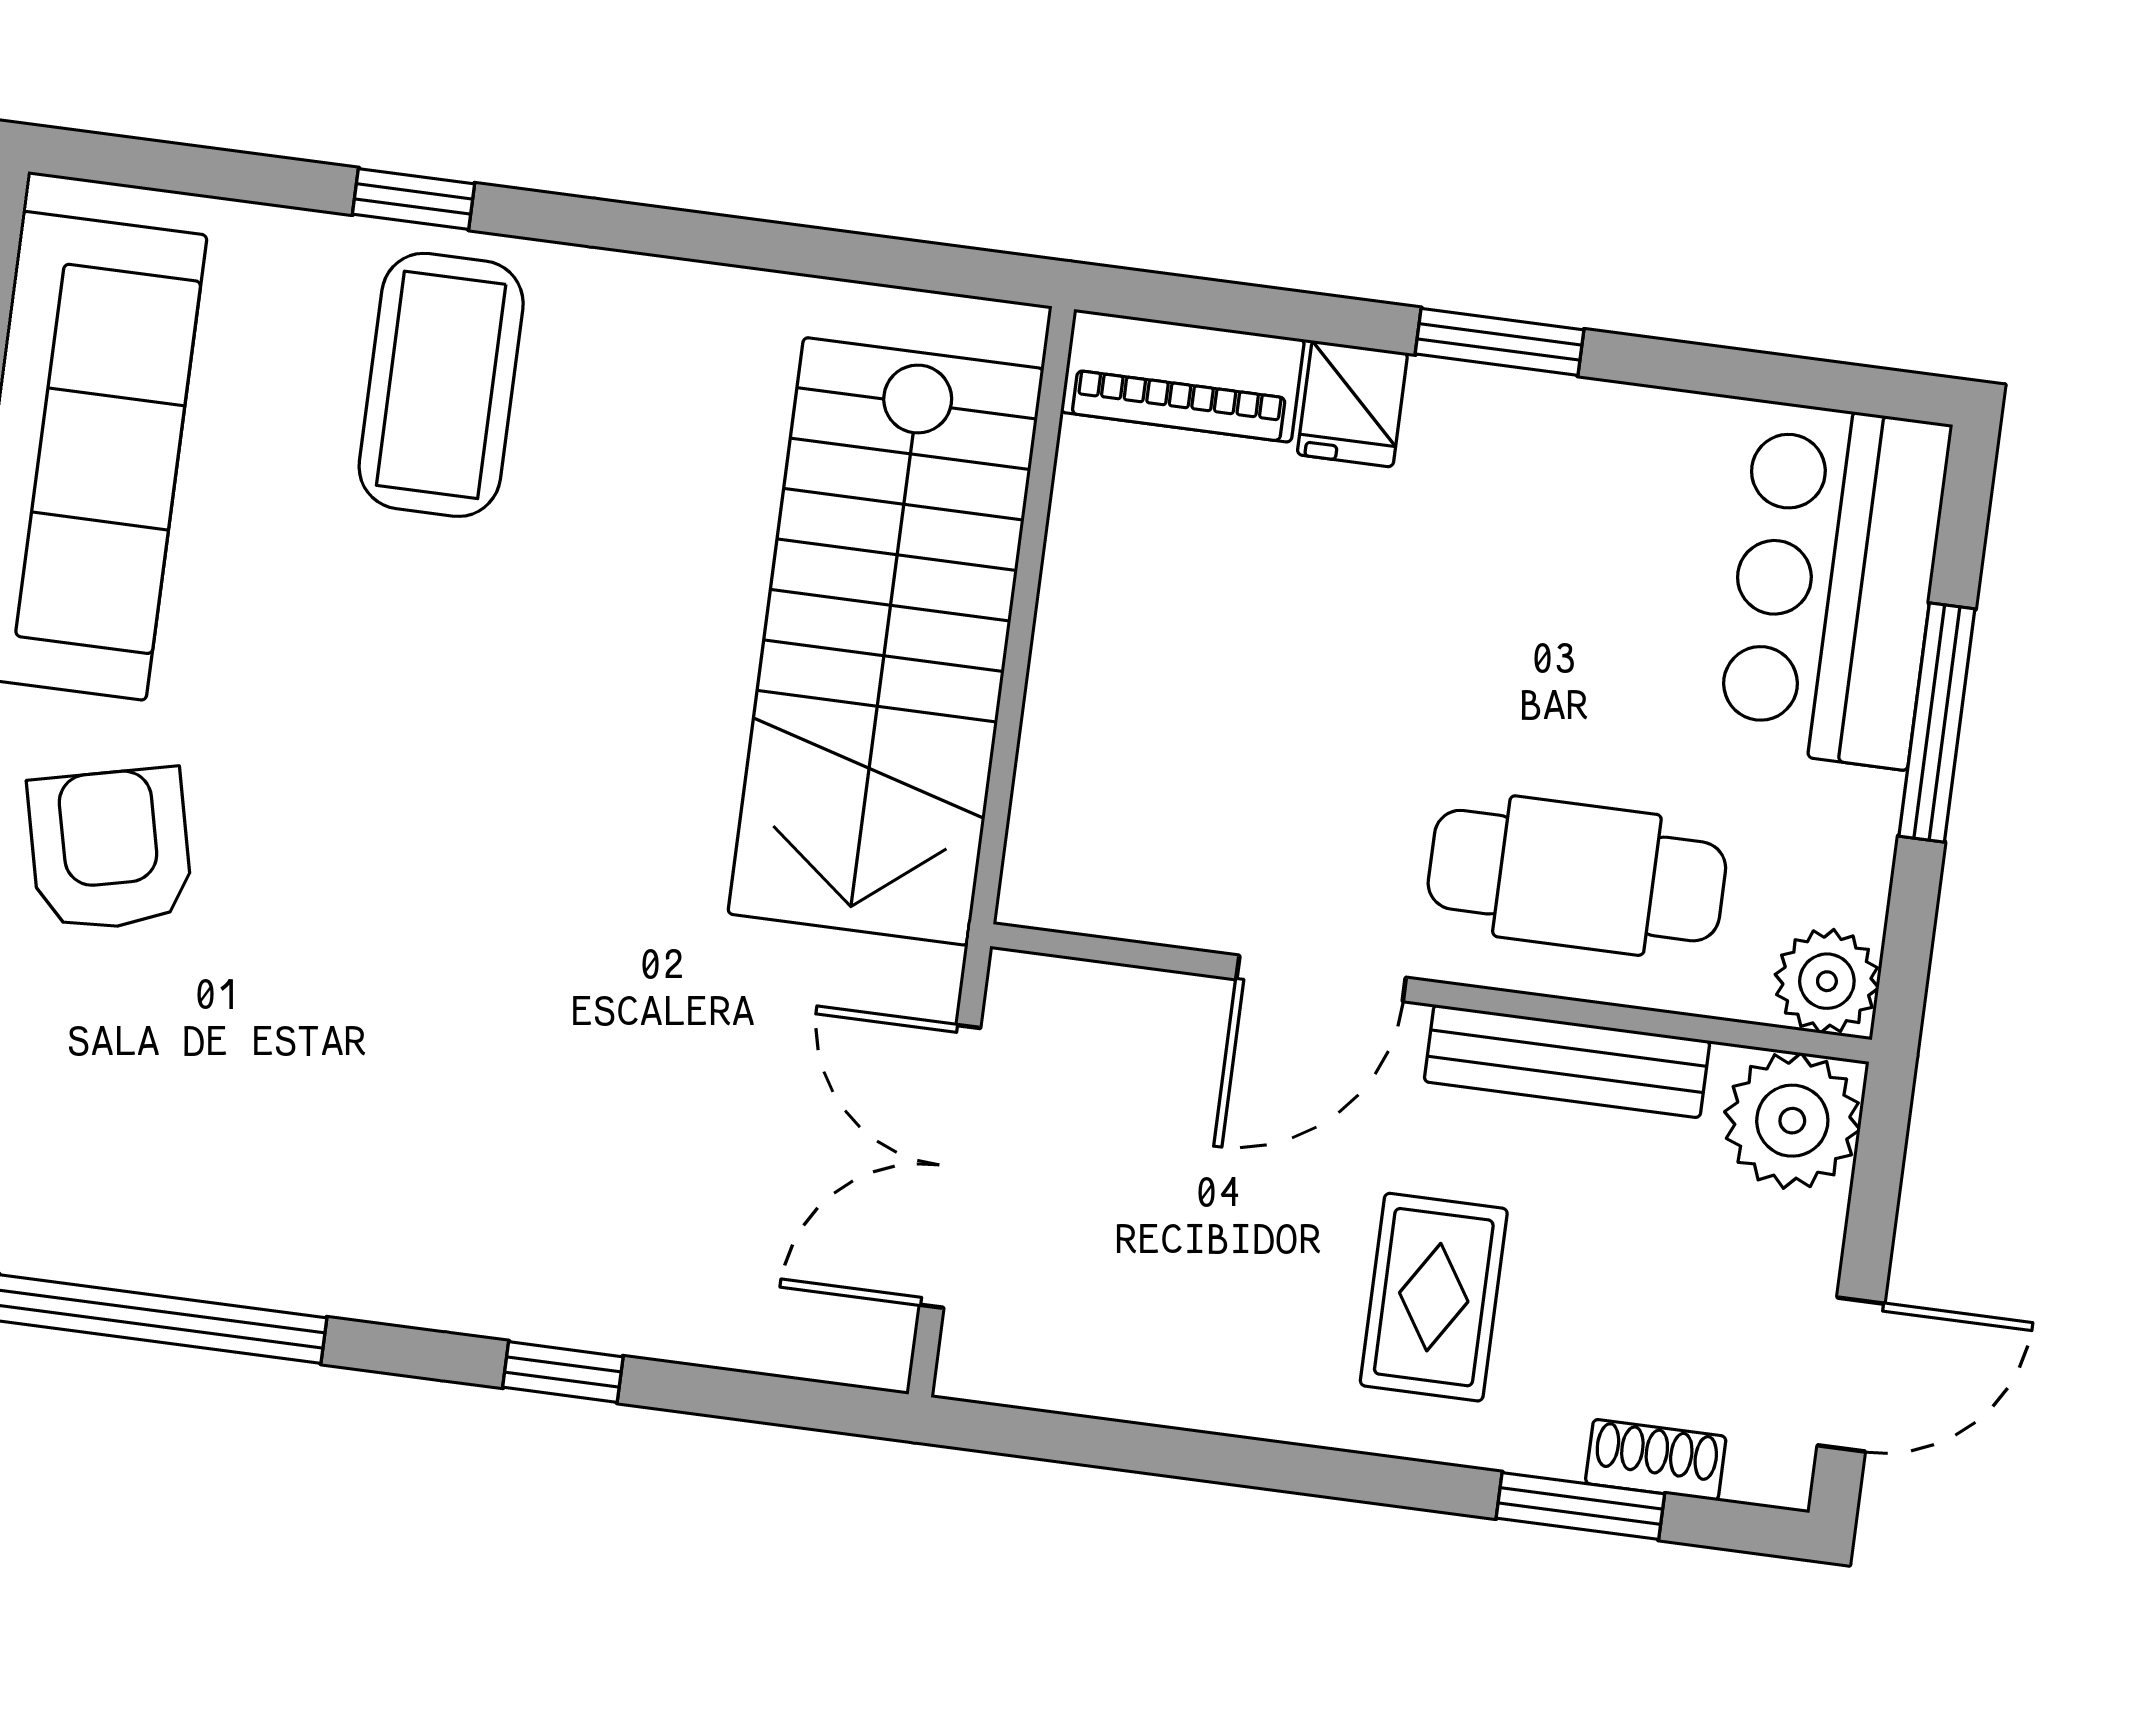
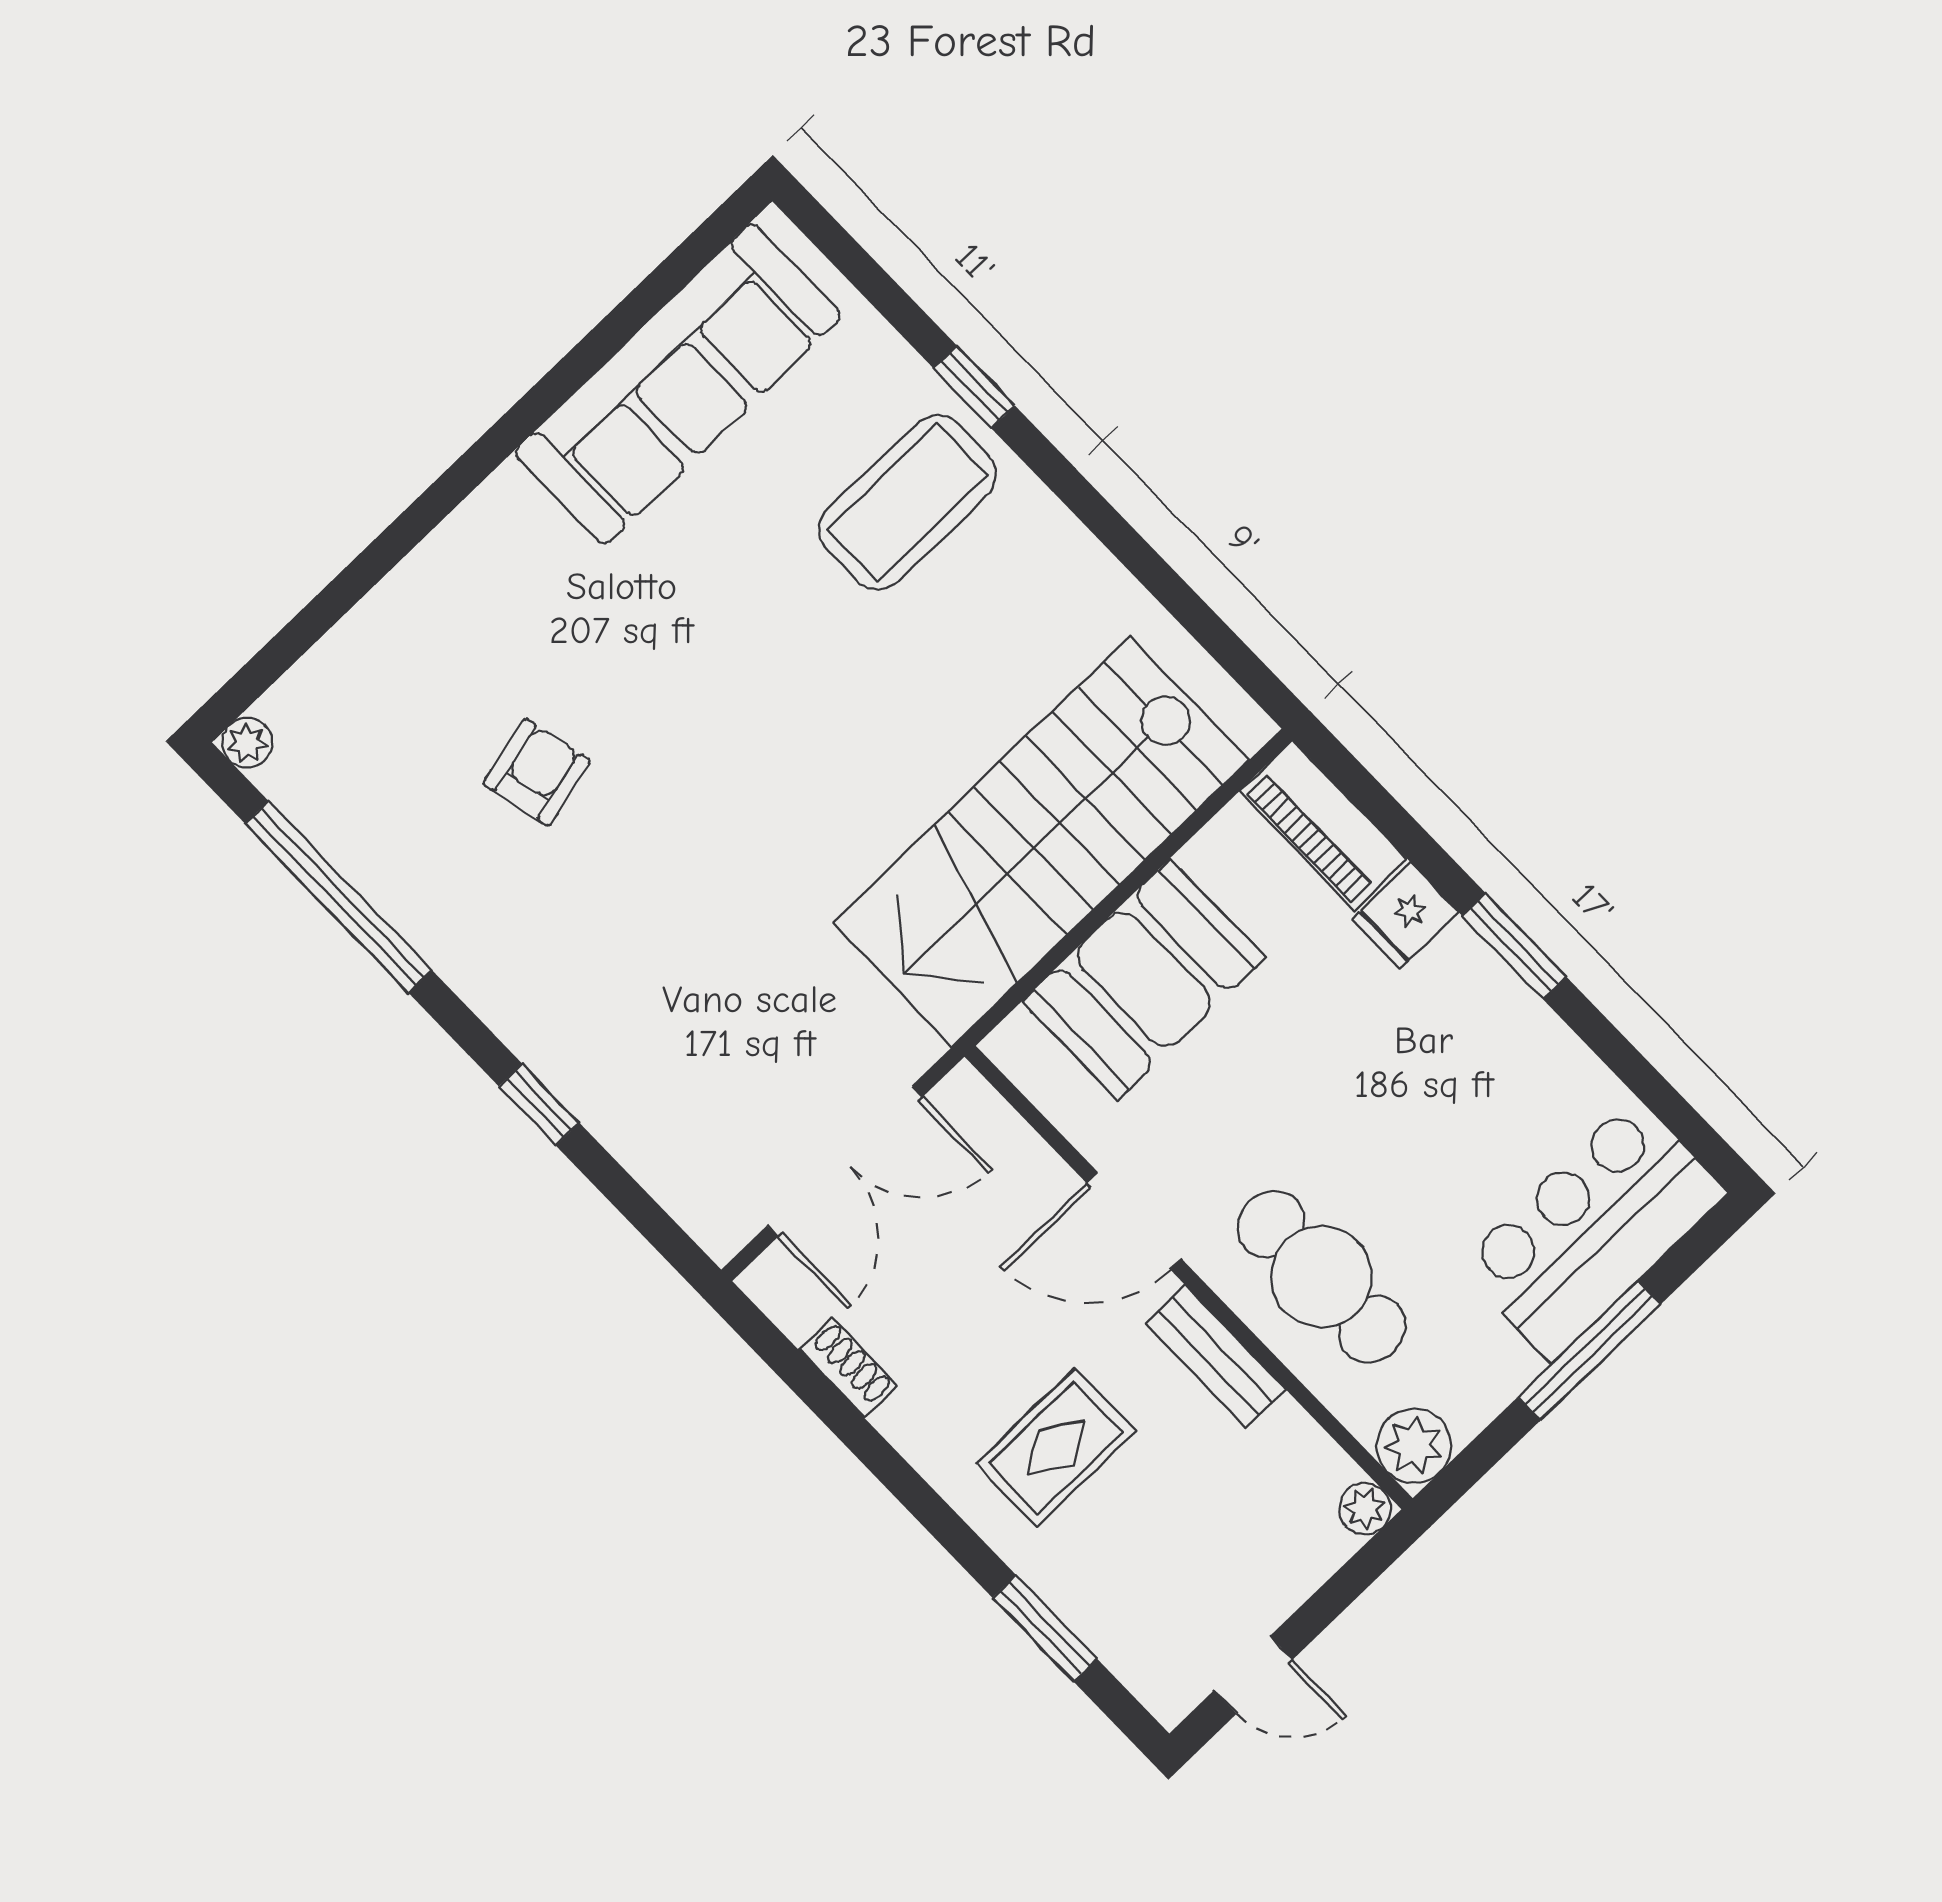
booth: (1120, 703) -> (1144, 979), added
armchair: (110, 850) -> (537, 772), moved, width x0.72, depth x0.72
bench: (1567, 1061) -> (1216, 1357), width x0.73
plant: (1792, 1121) -> (1365, 1509), width x0.53, depth x0.53
double door: (950, 1166) -> (845, 1161), swing flipped
door: (1851, 1374) -> (1253, 1675), width x0.73
shoe rack: (1656, 1460) -> (848, 1368), moved

